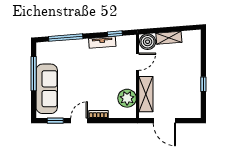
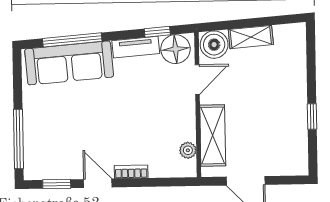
floor lamp: (125, 44) -> (175, 49), added
window: (34, 74) -> (18, 139), moved
sofa: (47, 89) -> (69, 63), moved, turned 86
plant: (127, 98) -> (188, 150), width x0.53, depth x0.53
door: (79, 121) -> (98, 183), hinge flipped

